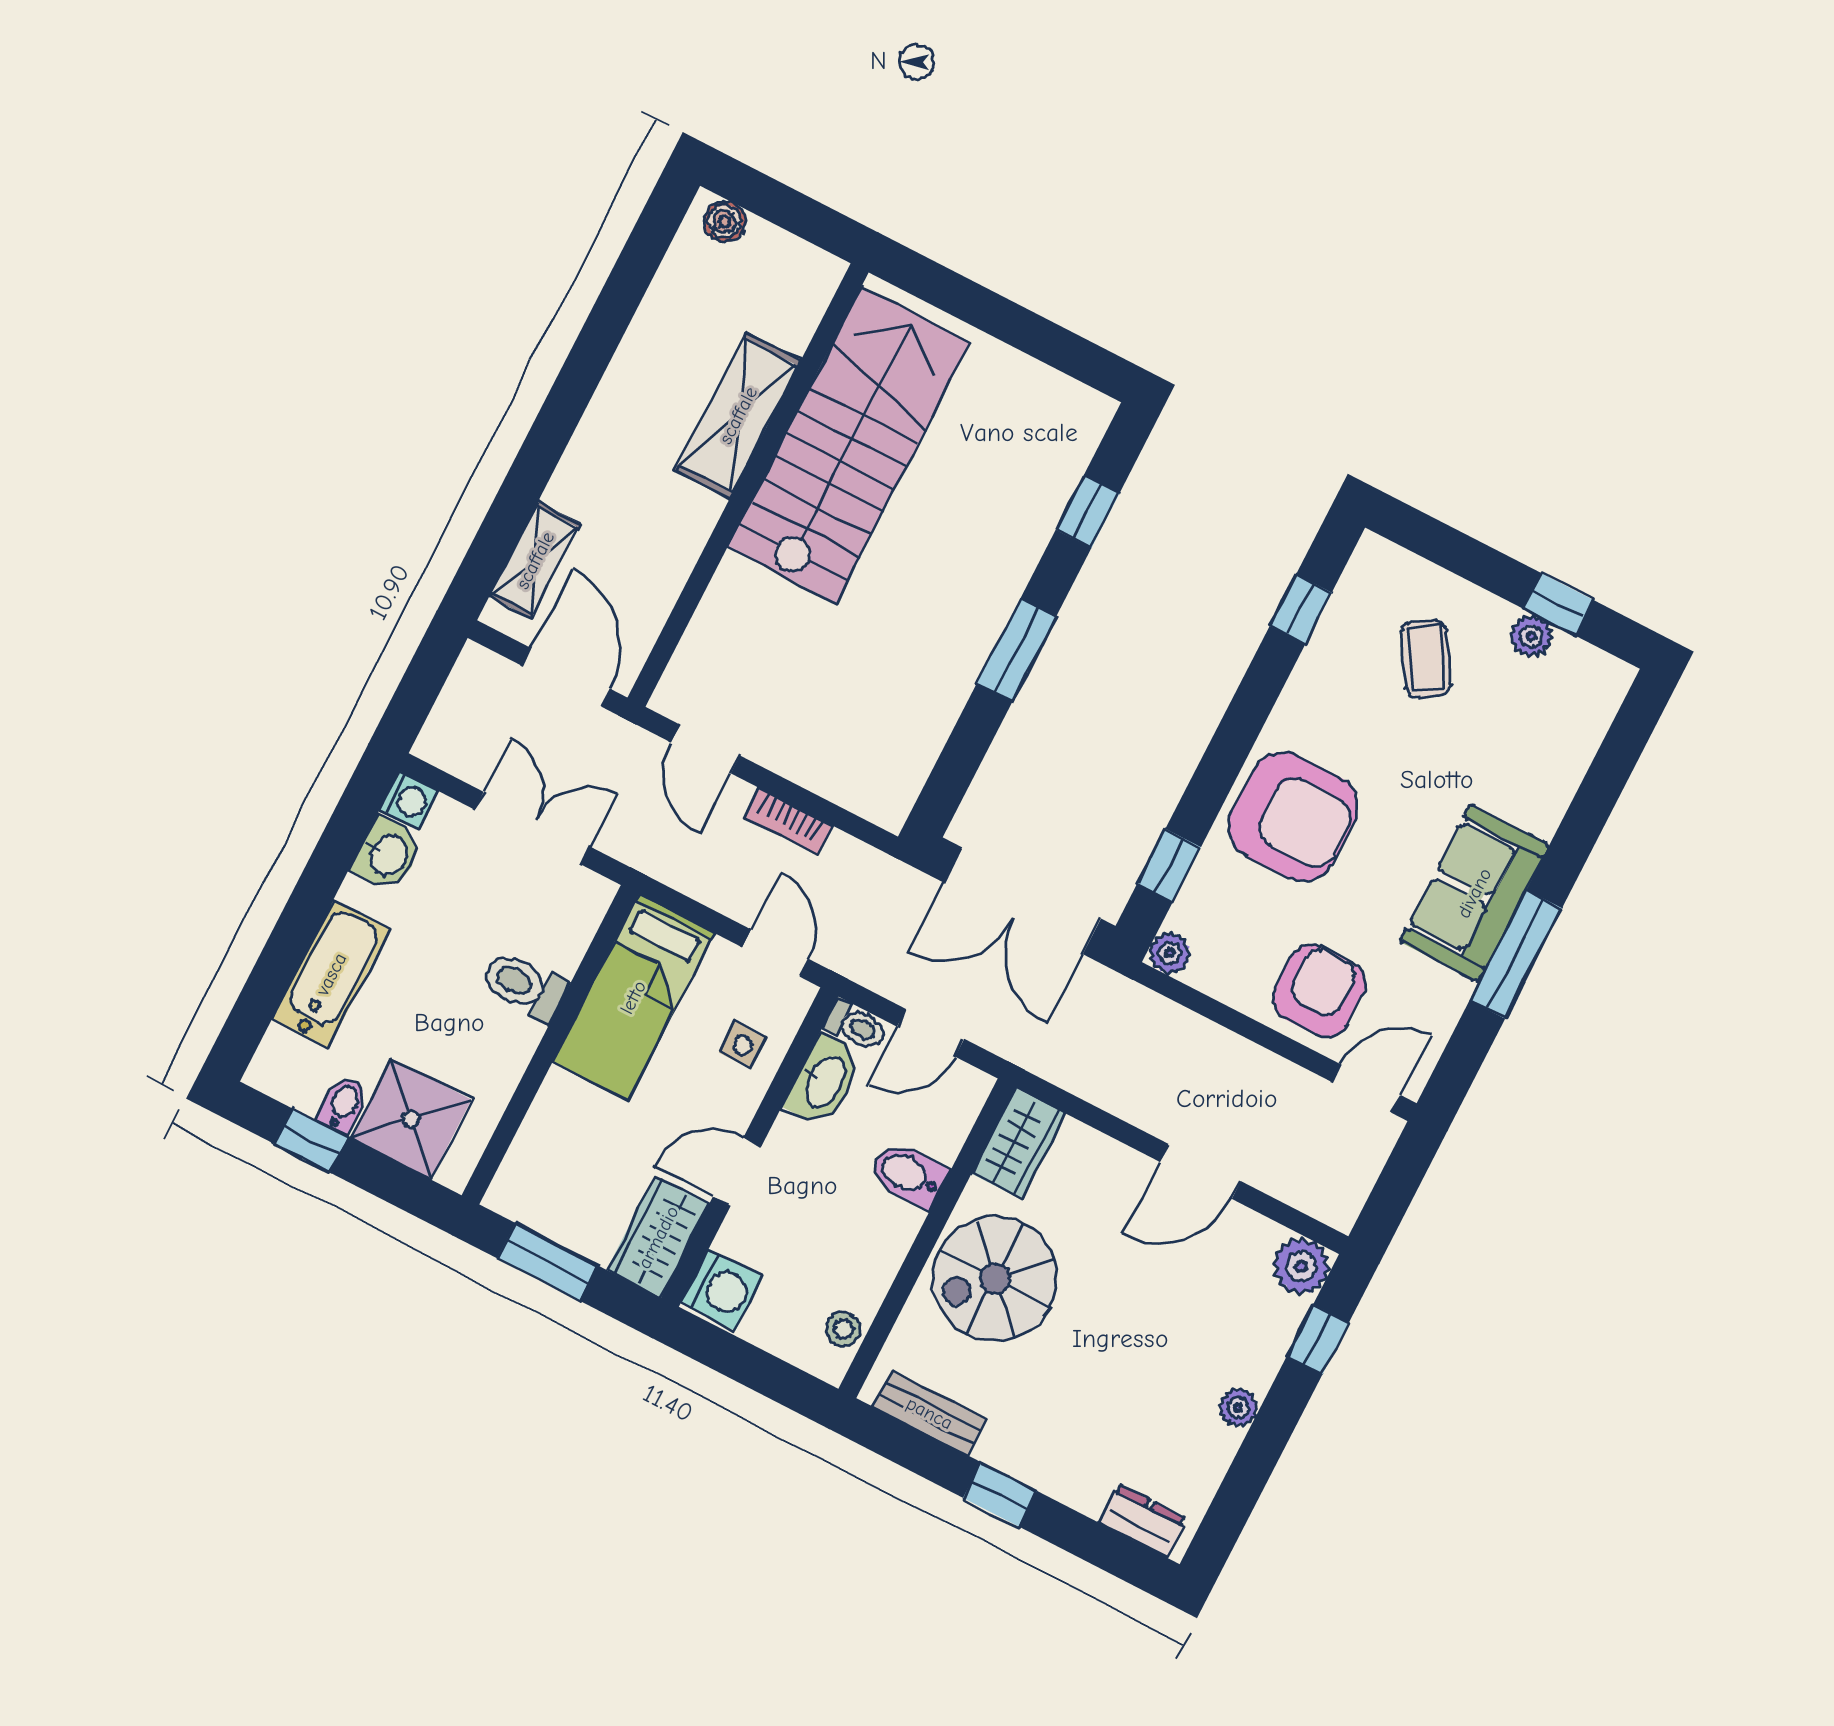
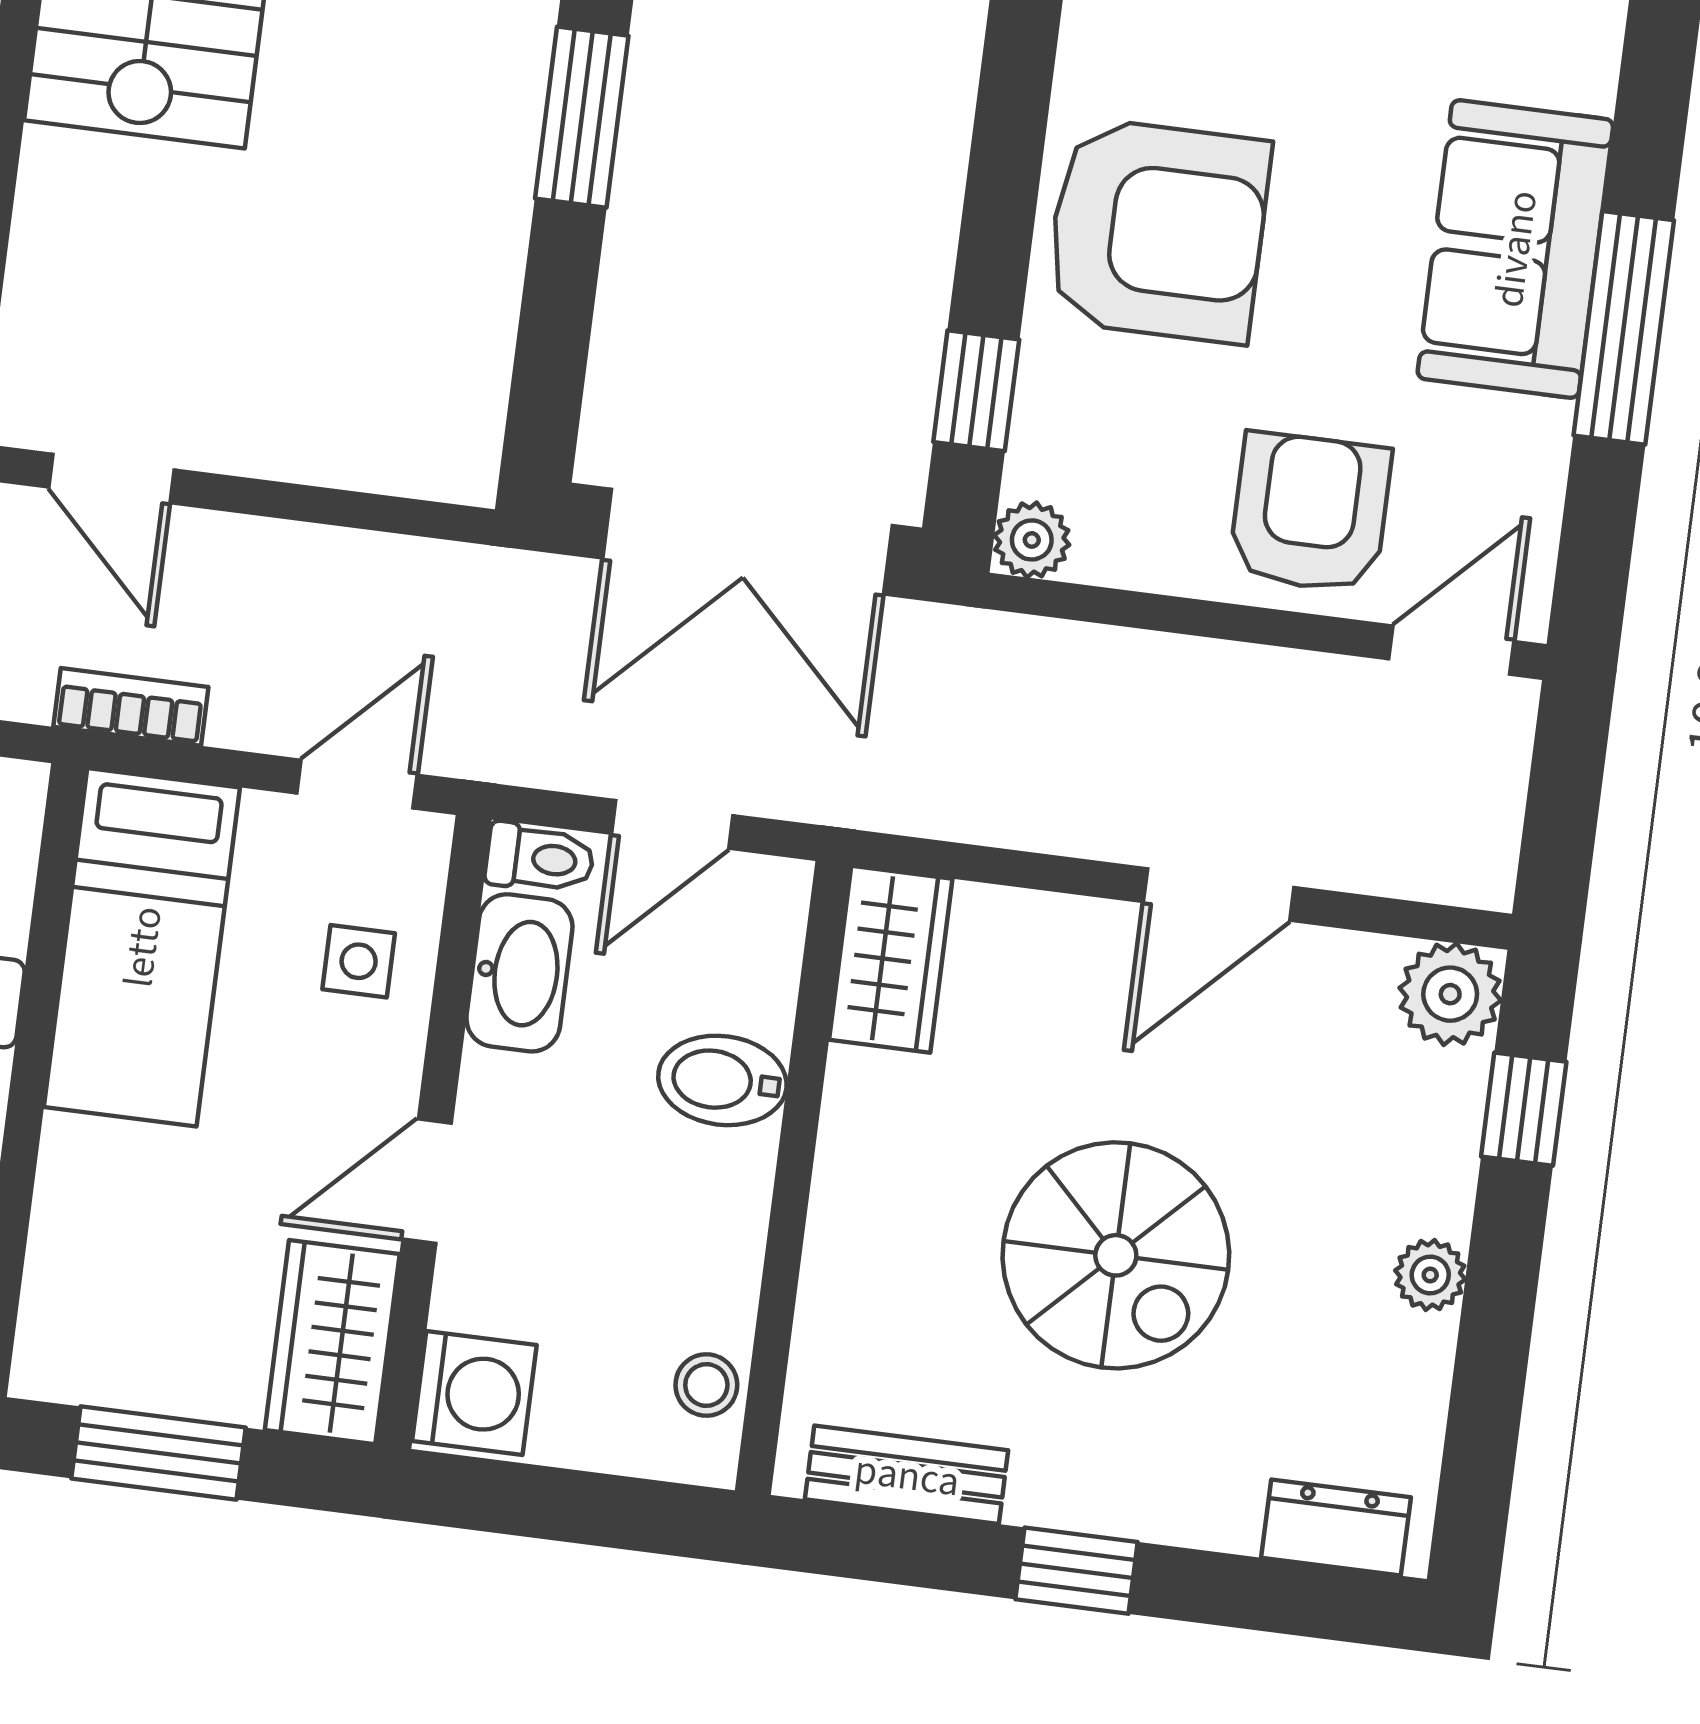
bookcase: (789, 821) -> (131, 707), moved, turned 180
door: (775, 953) -> (357, 784), hinge flipped
spiral stairs: (995, 1279) -> (1116, 1255), moved, turned -90

